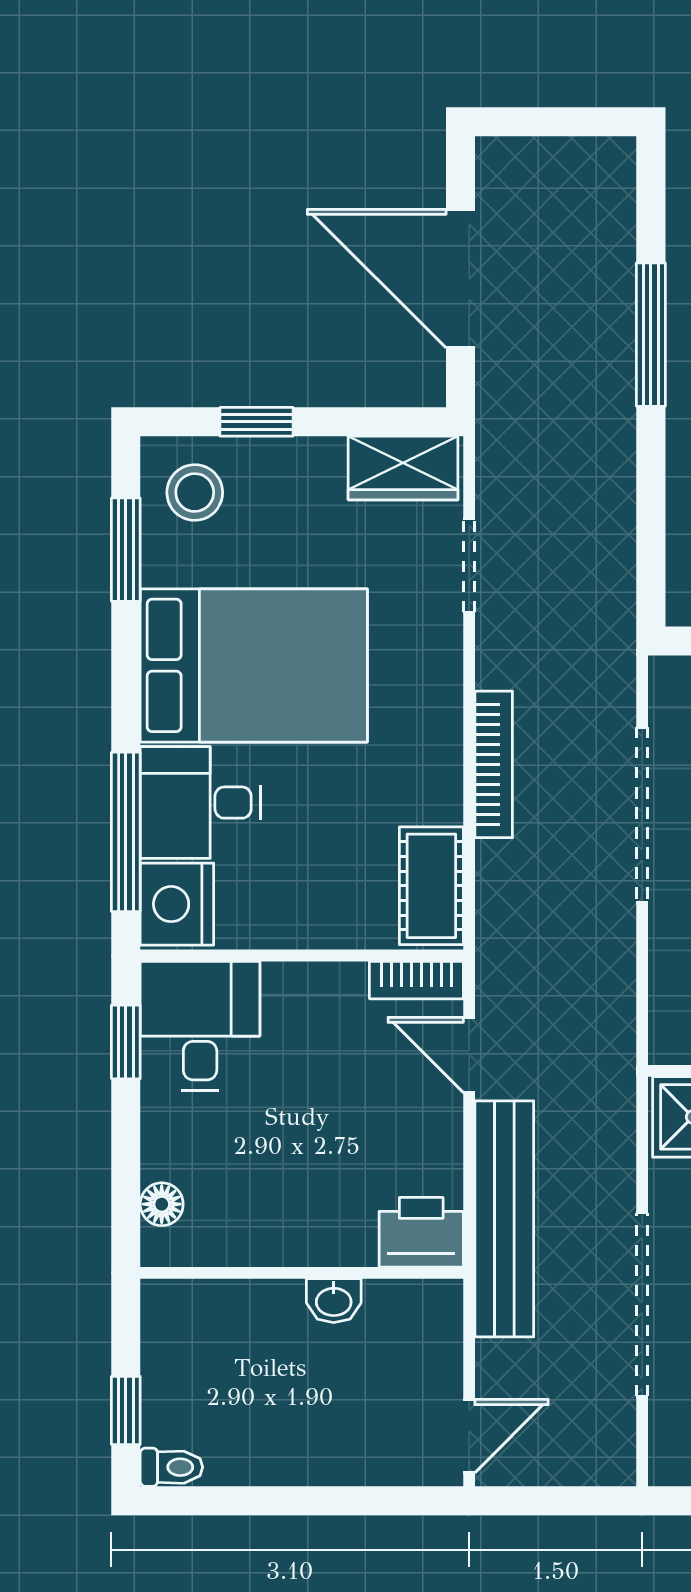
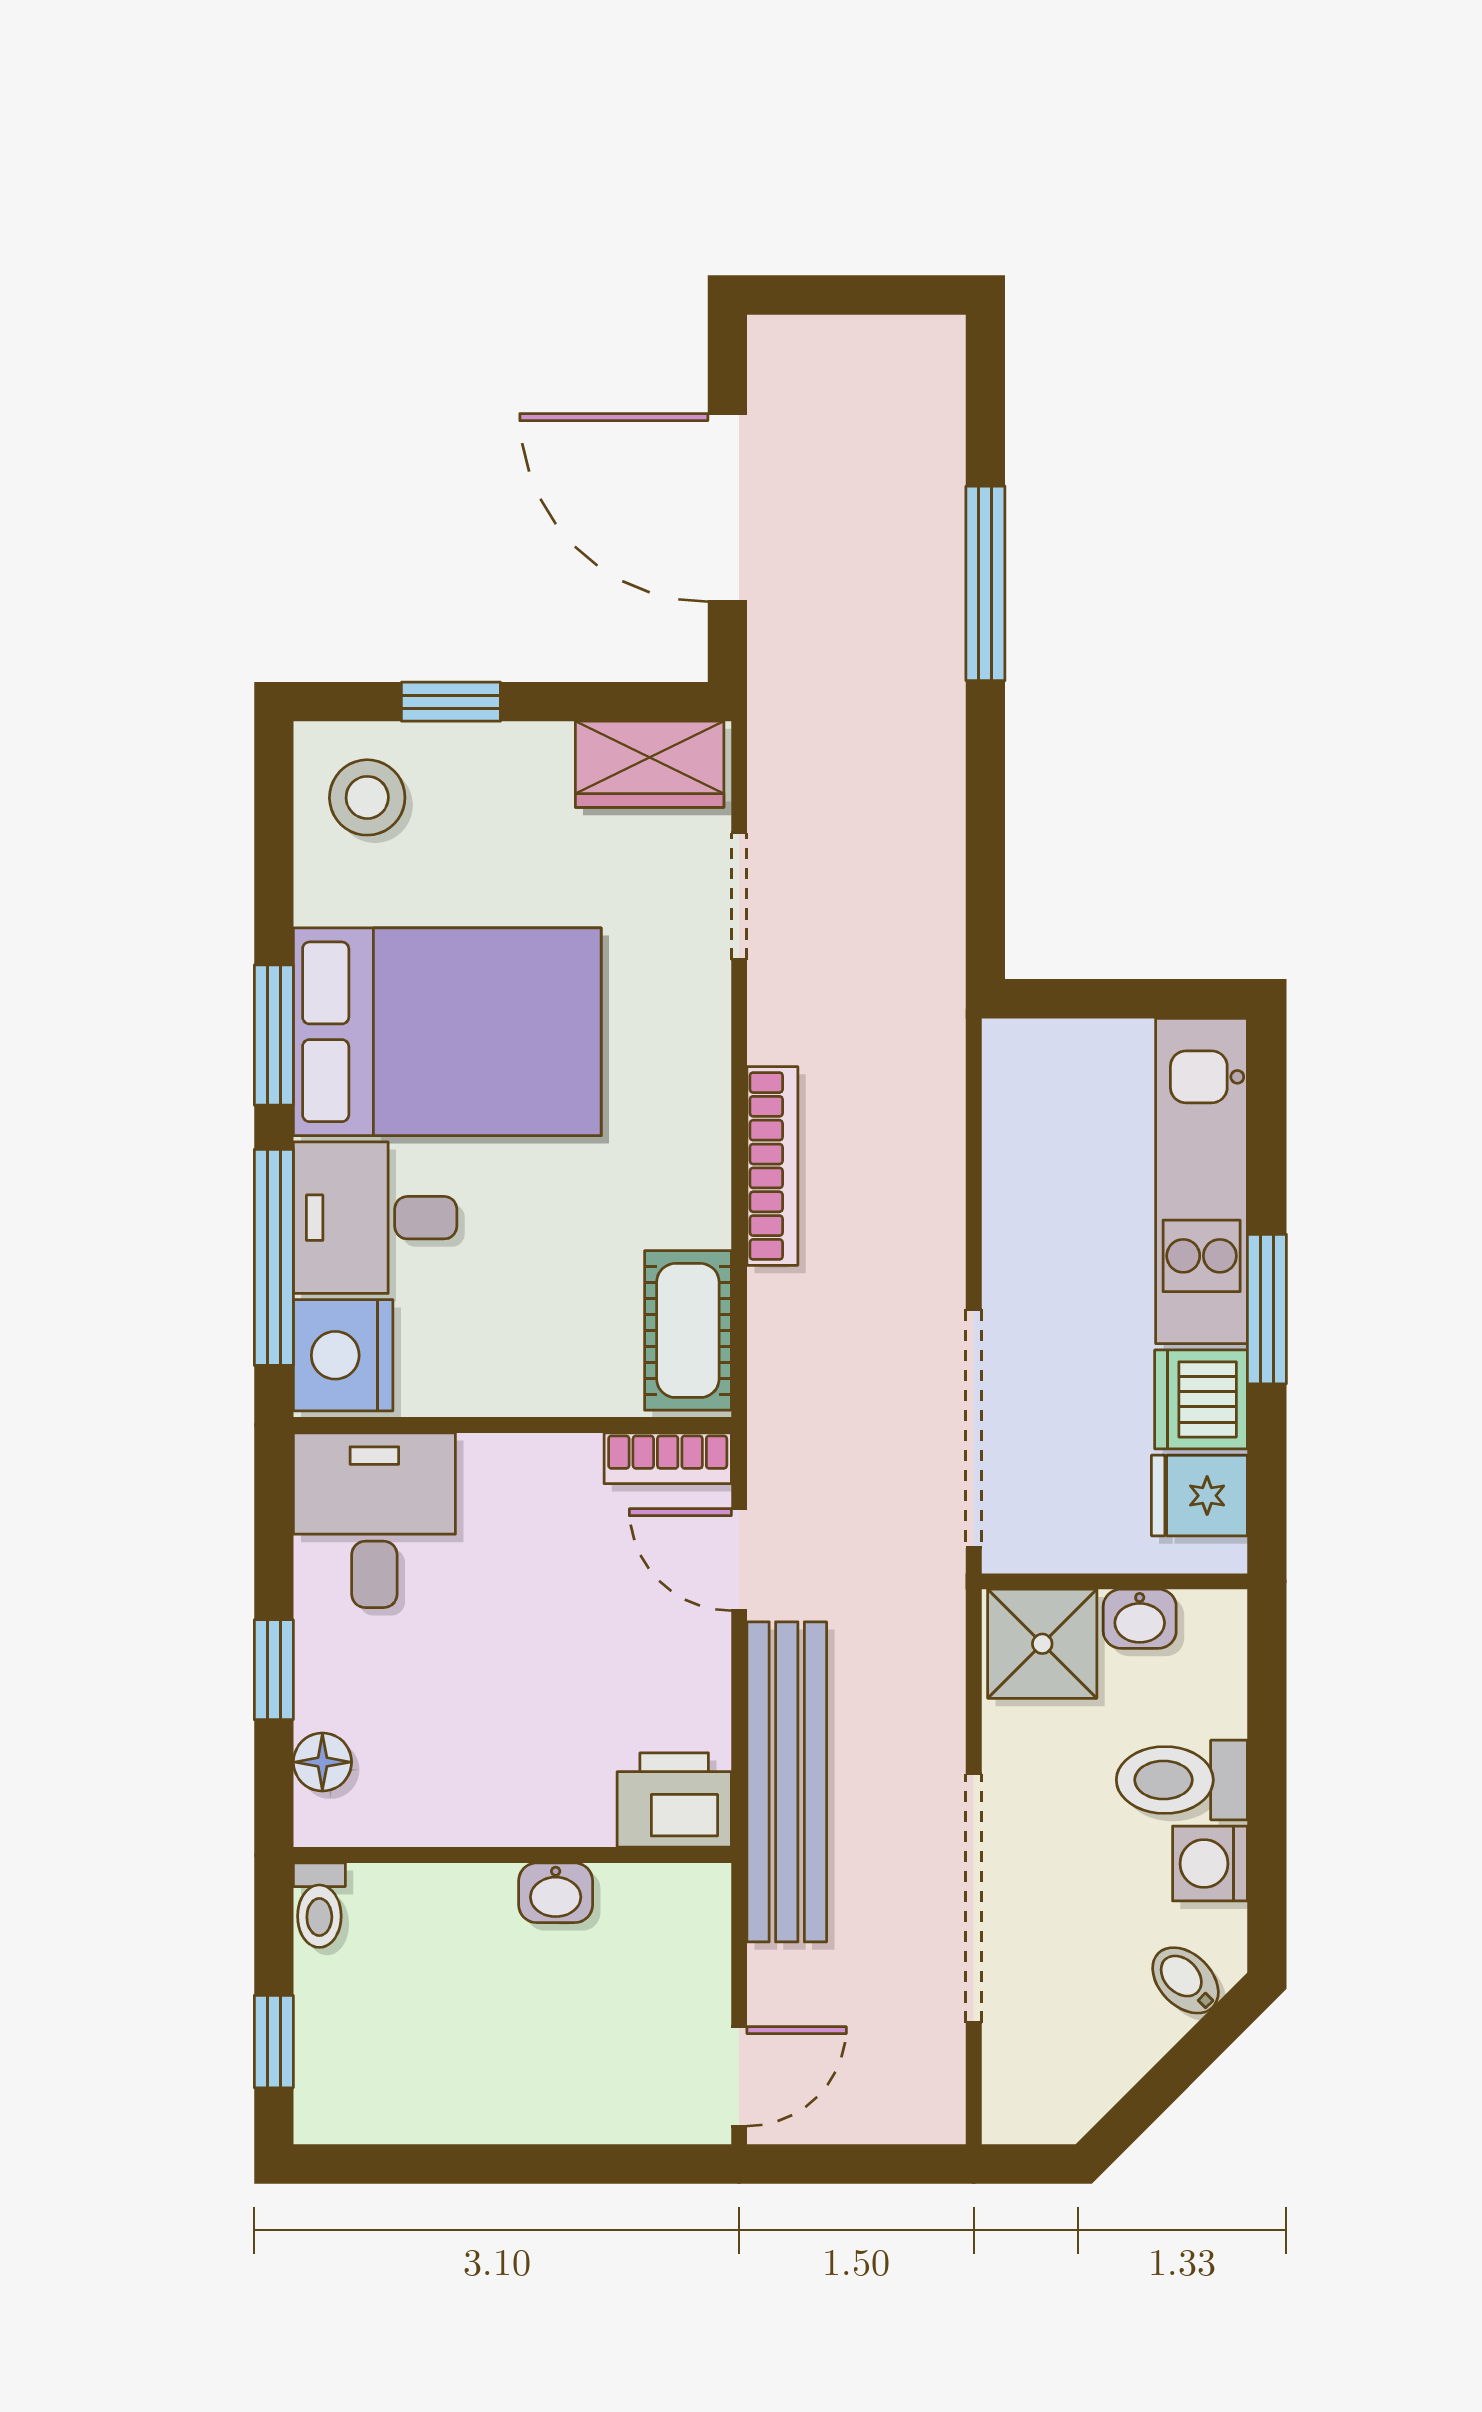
window: (126, 550) -> (274, 1035), moved
doorway: (642, 815) -> (974, 1429), moved
window: (126, 1042) -> (274, 1670), moved
toilet: (171, 1467) -> (319, 1905), moved, turned 90

